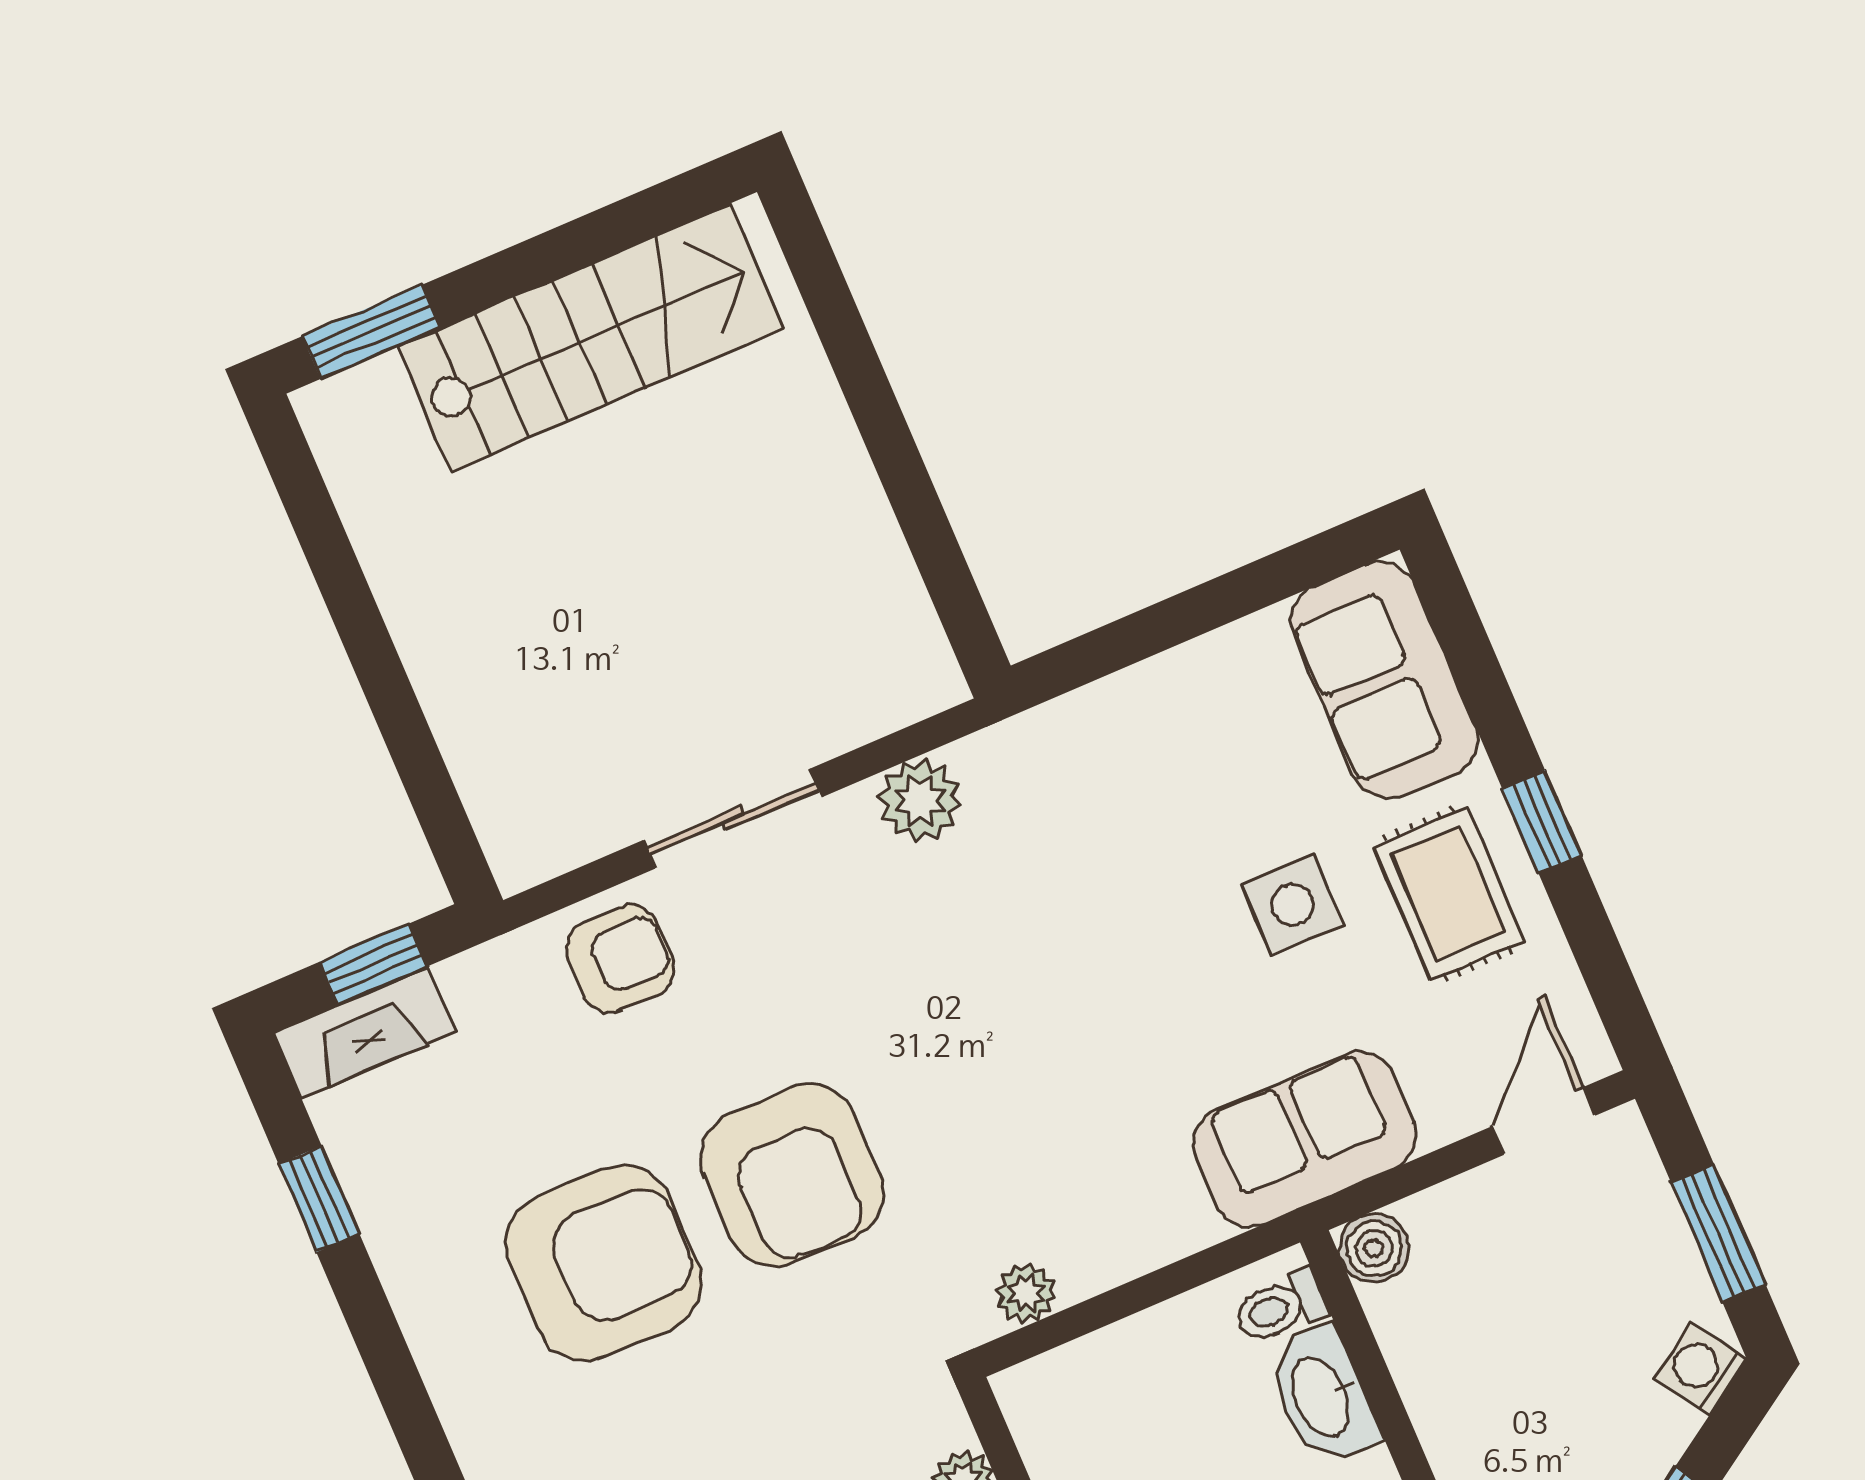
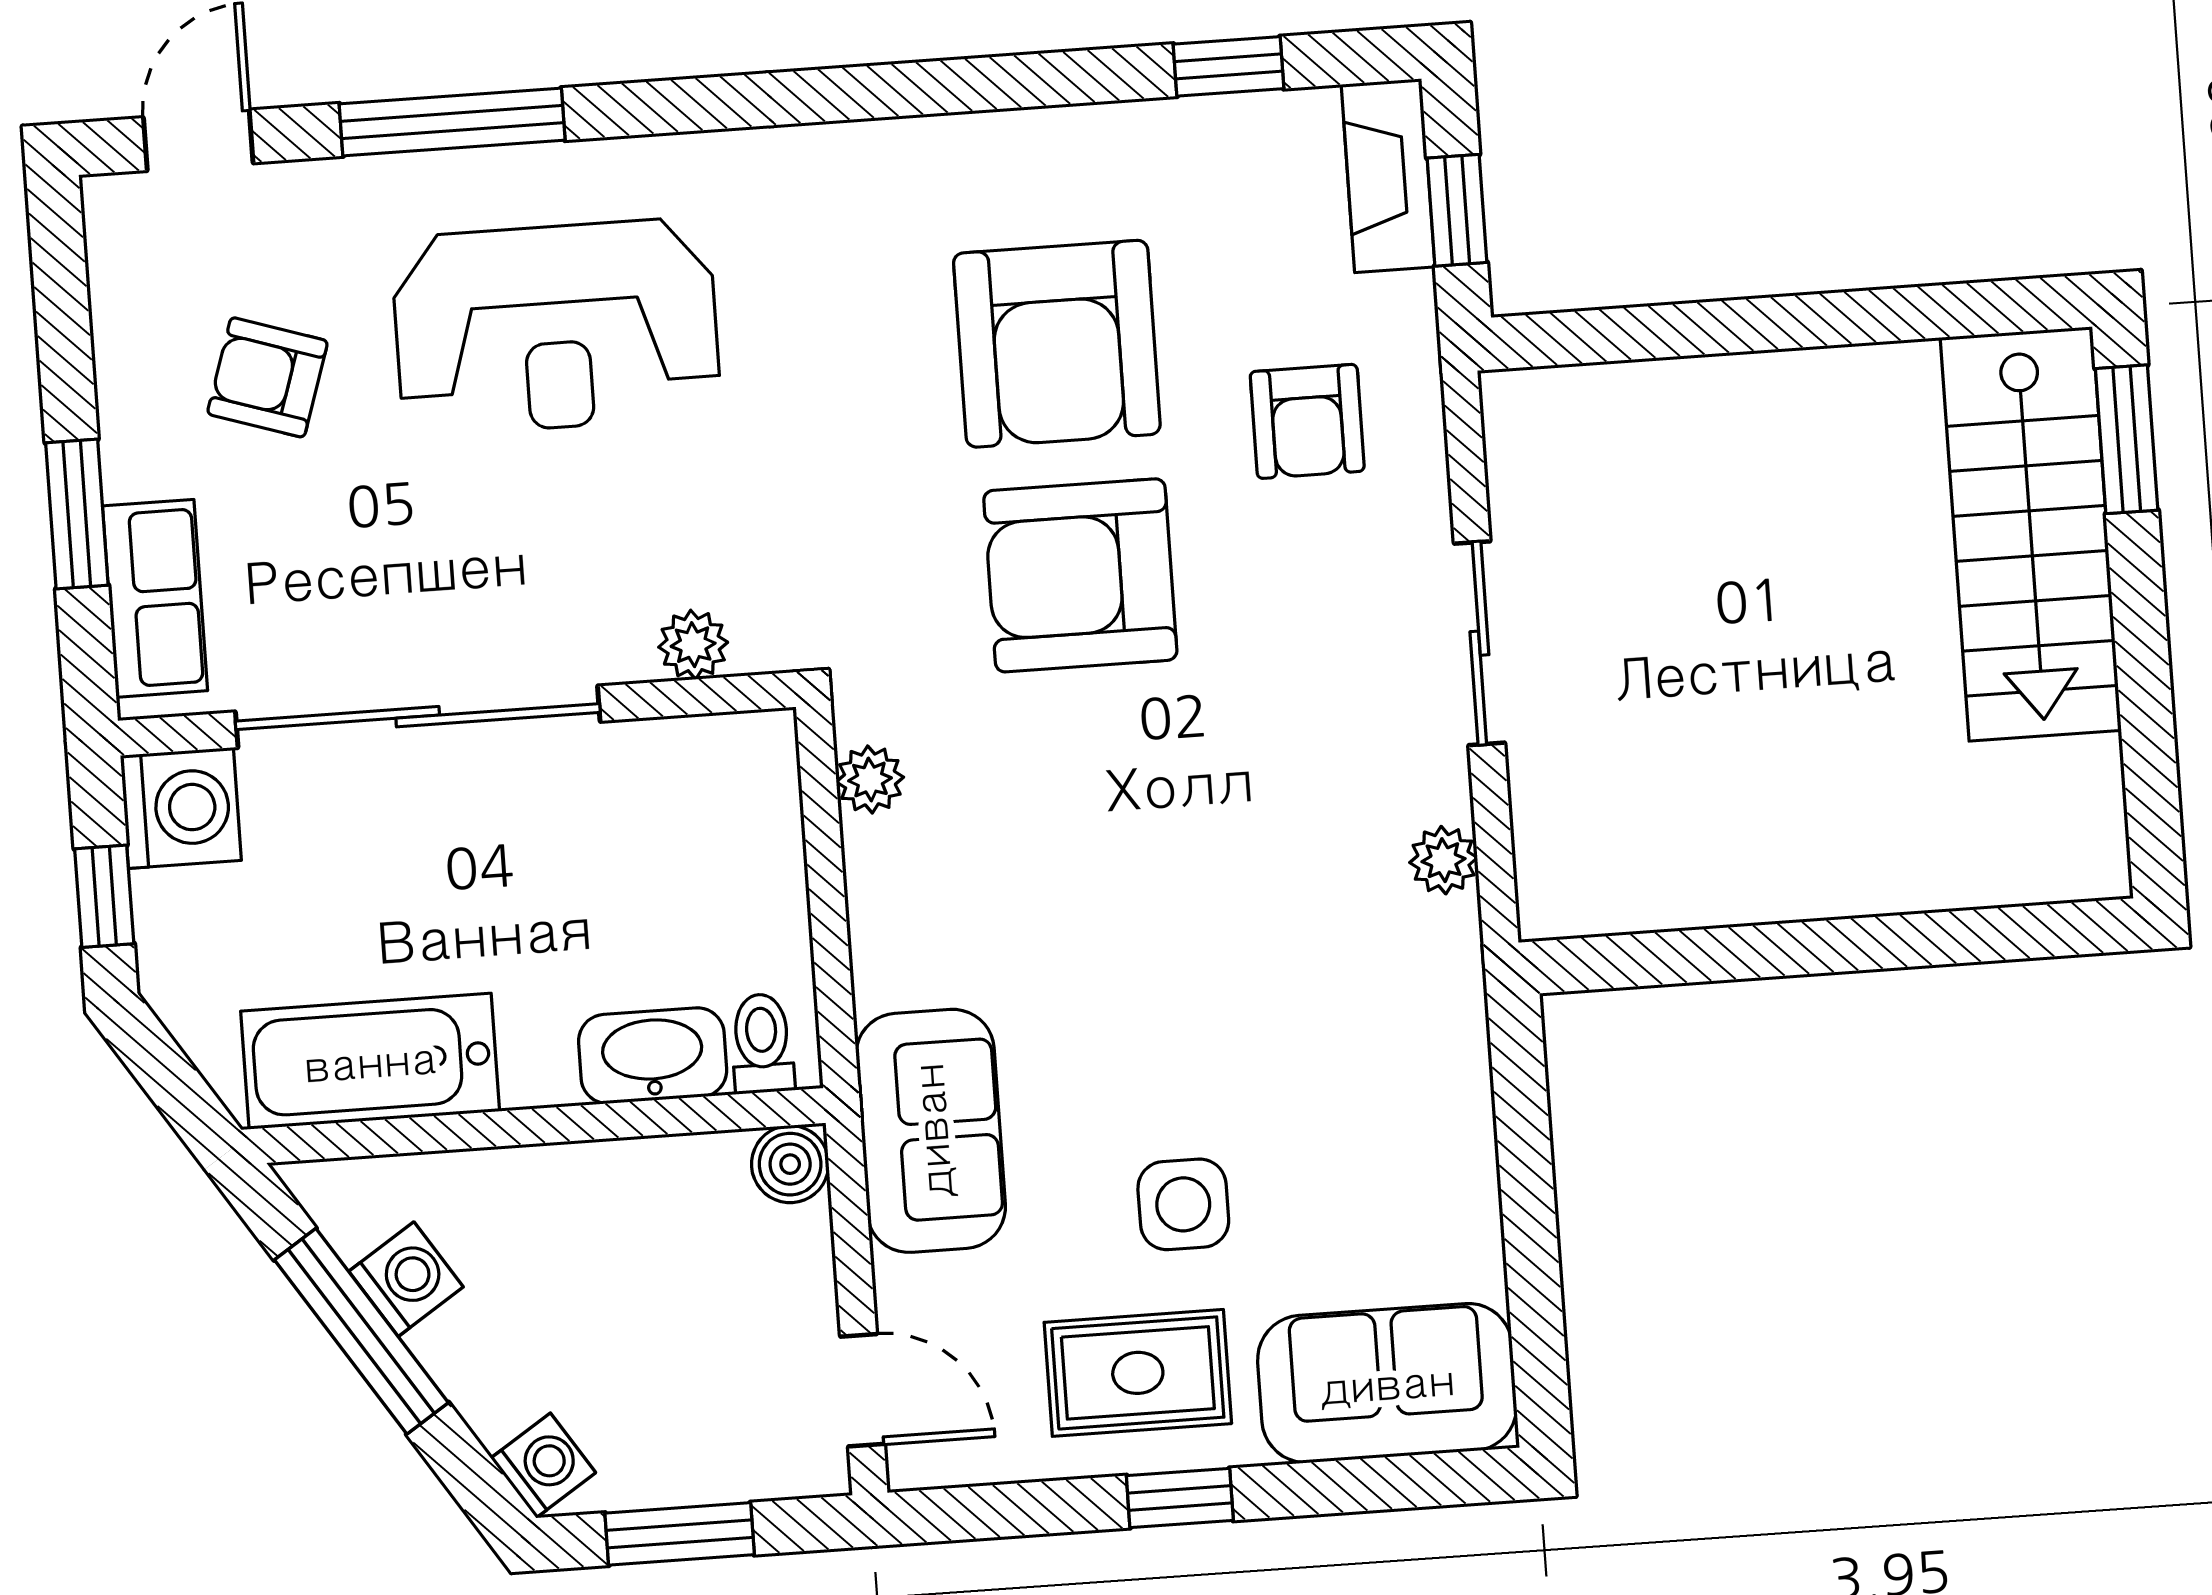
stairs: (590, 337) -> (2031, 534), moved
plant: (920, 801) -> (1443, 860), width x0.73, depth x0.73
armchair: (620, 959) -> (1307, 421), moved

